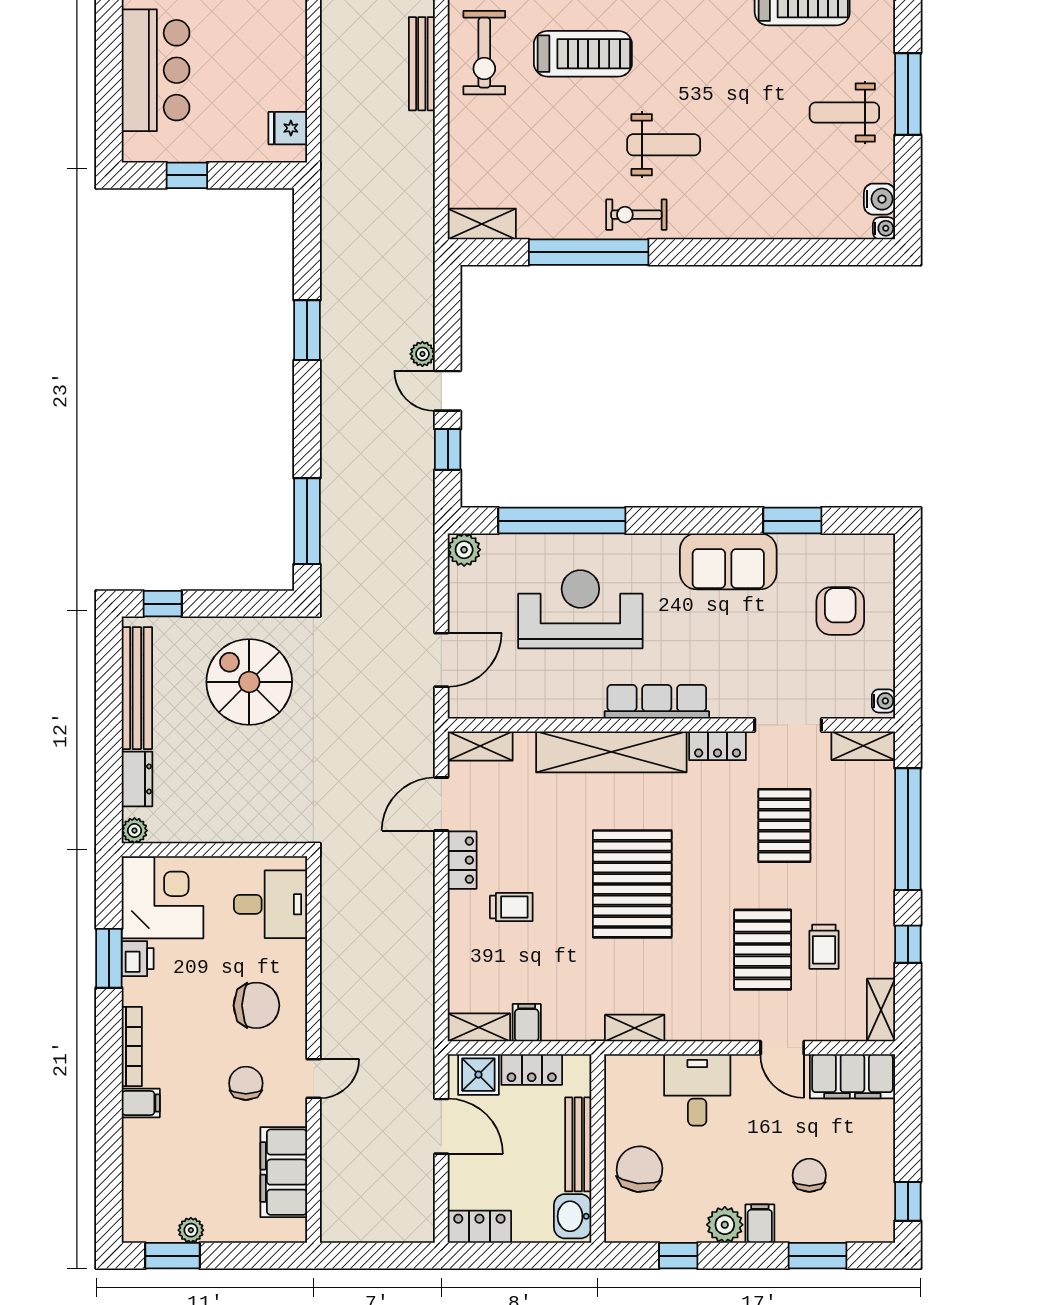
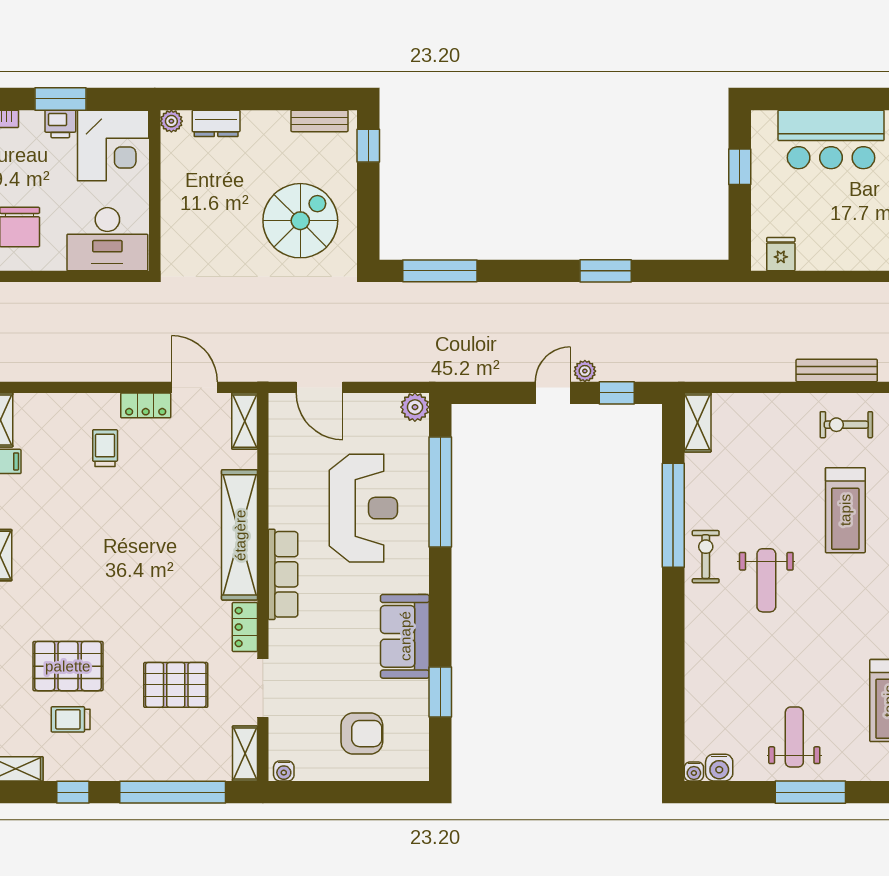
exercise bike: (484, 53) -> (846, 425), width x0.73, depth x0.72
window: (448, 449) -> (617, 393), moved
bench: (137, 688) -> (320, 121), width x0.54, depth x0.82
pallet: (632, 884) -> (125, 553), removed
desk: (270, 904) -> (107, 239), width x1.37
trolley: (511, 907) -> (105, 448), turned 180

